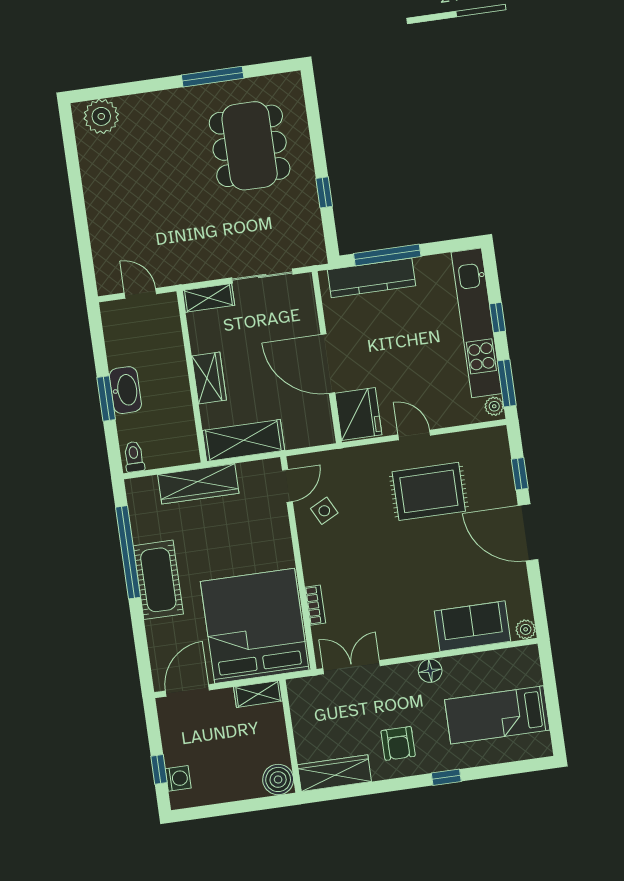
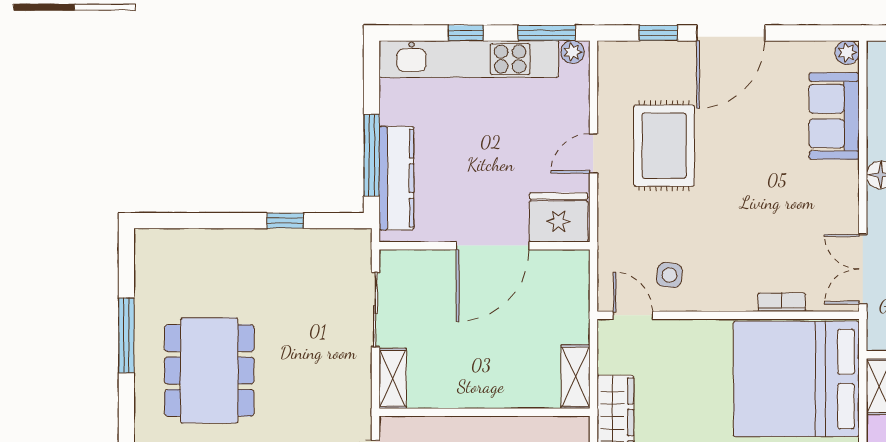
dining table: (250, 146) -> (209, 370), moved, turned 90
wardrobe: (209, 378) -> (489, 391), removed
shelving: (243, 440) -> (575, 377), width x0.67, depth x0.75
side table: (324, 511) -> (669, 275), turned 33

